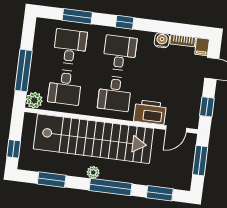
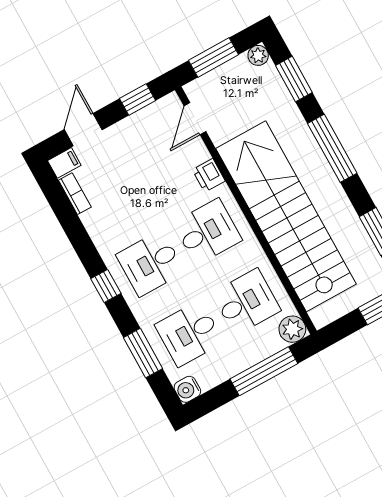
water cooler: (162, 40) -> (187, 389), moved
printer: (150, 112) -> (209, 175), width x0.53, depth x0.68
door: (176, 129) -> (195, 119), swing flipped
plant: (93, 172) -> (258, 55), moved

